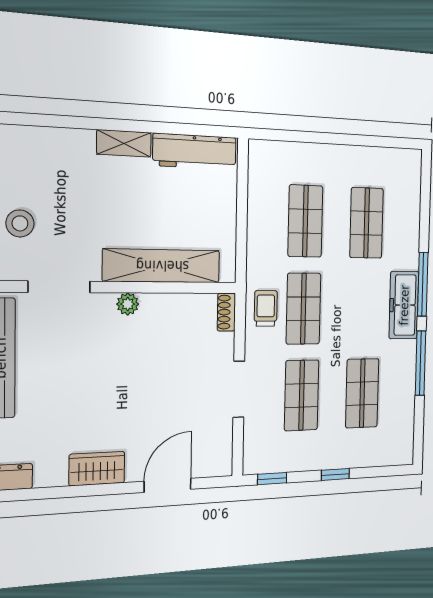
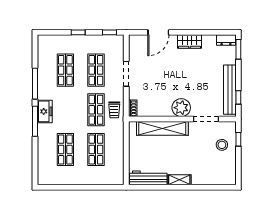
plant: (128, 304) -> (181, 108), width x1.87, depth x1.87
freezer: (404, 305) -> (45, 111), width x0.71

